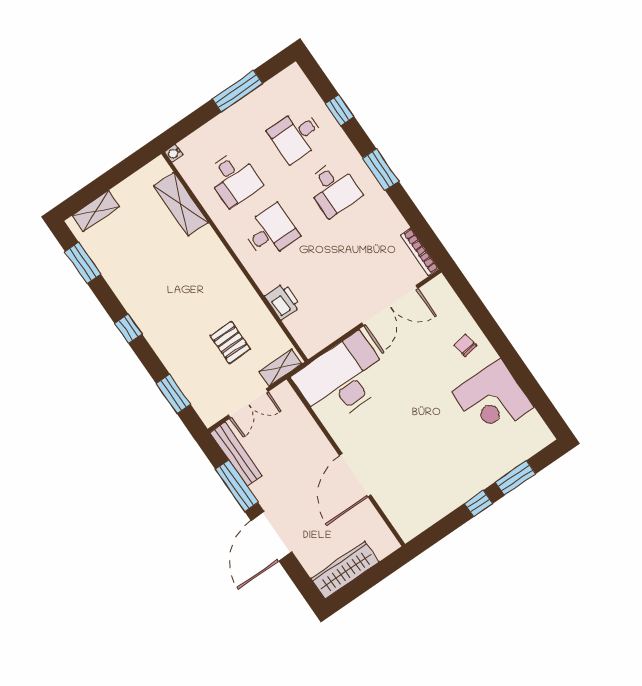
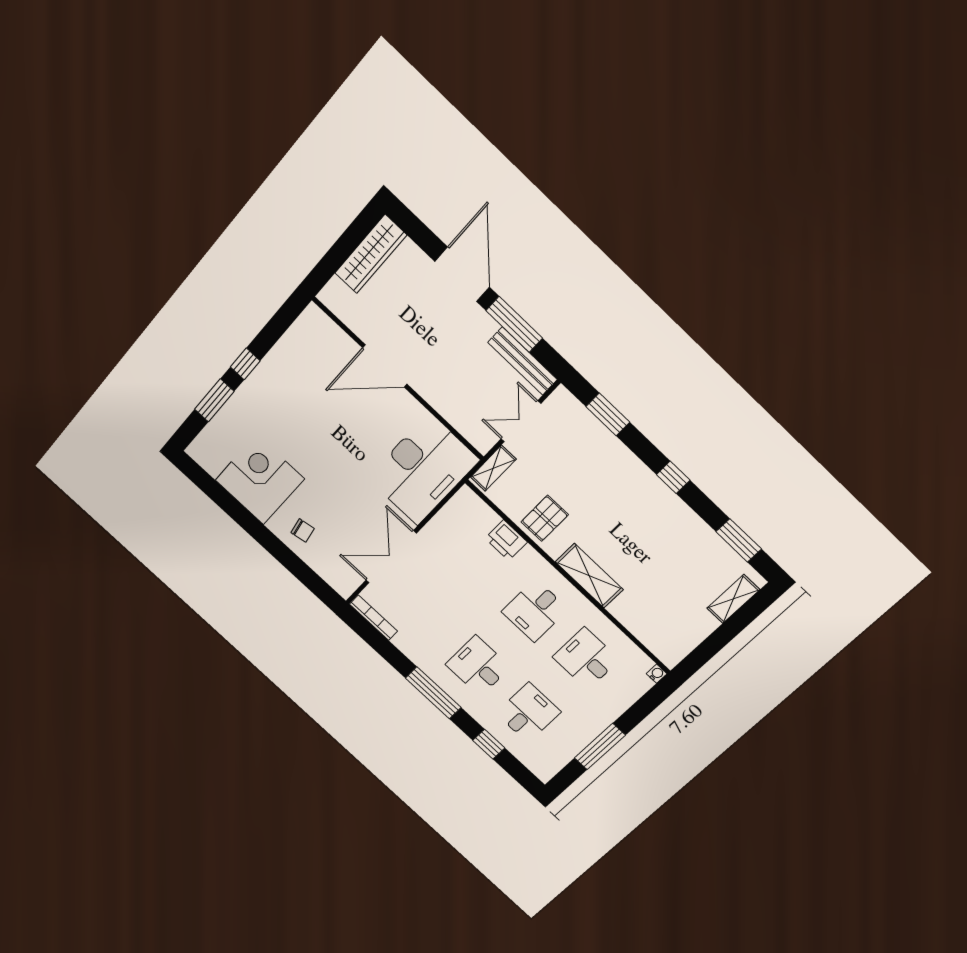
window: (381, 170) -> (433, 693), width x1.44
shelving: (181, 204) -> (589, 576), moved
pallet: (230, 342) -> (545, 518), moved, turned 90
door: (355, 475) -> (385, 366), swing flipped

